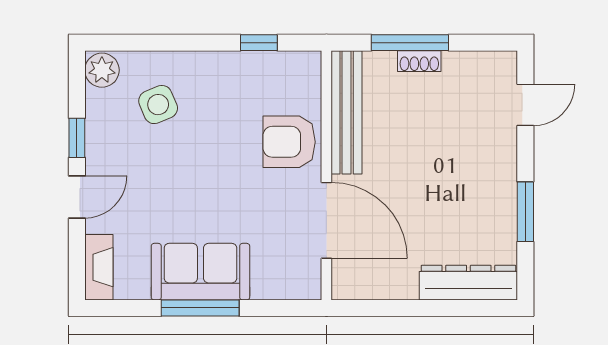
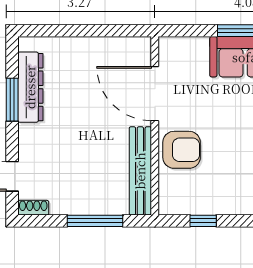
shoe rack: (419, 61) -> (33, 208), moved
dresser: (468, 283) -> (30, 87), moved, turned -90

